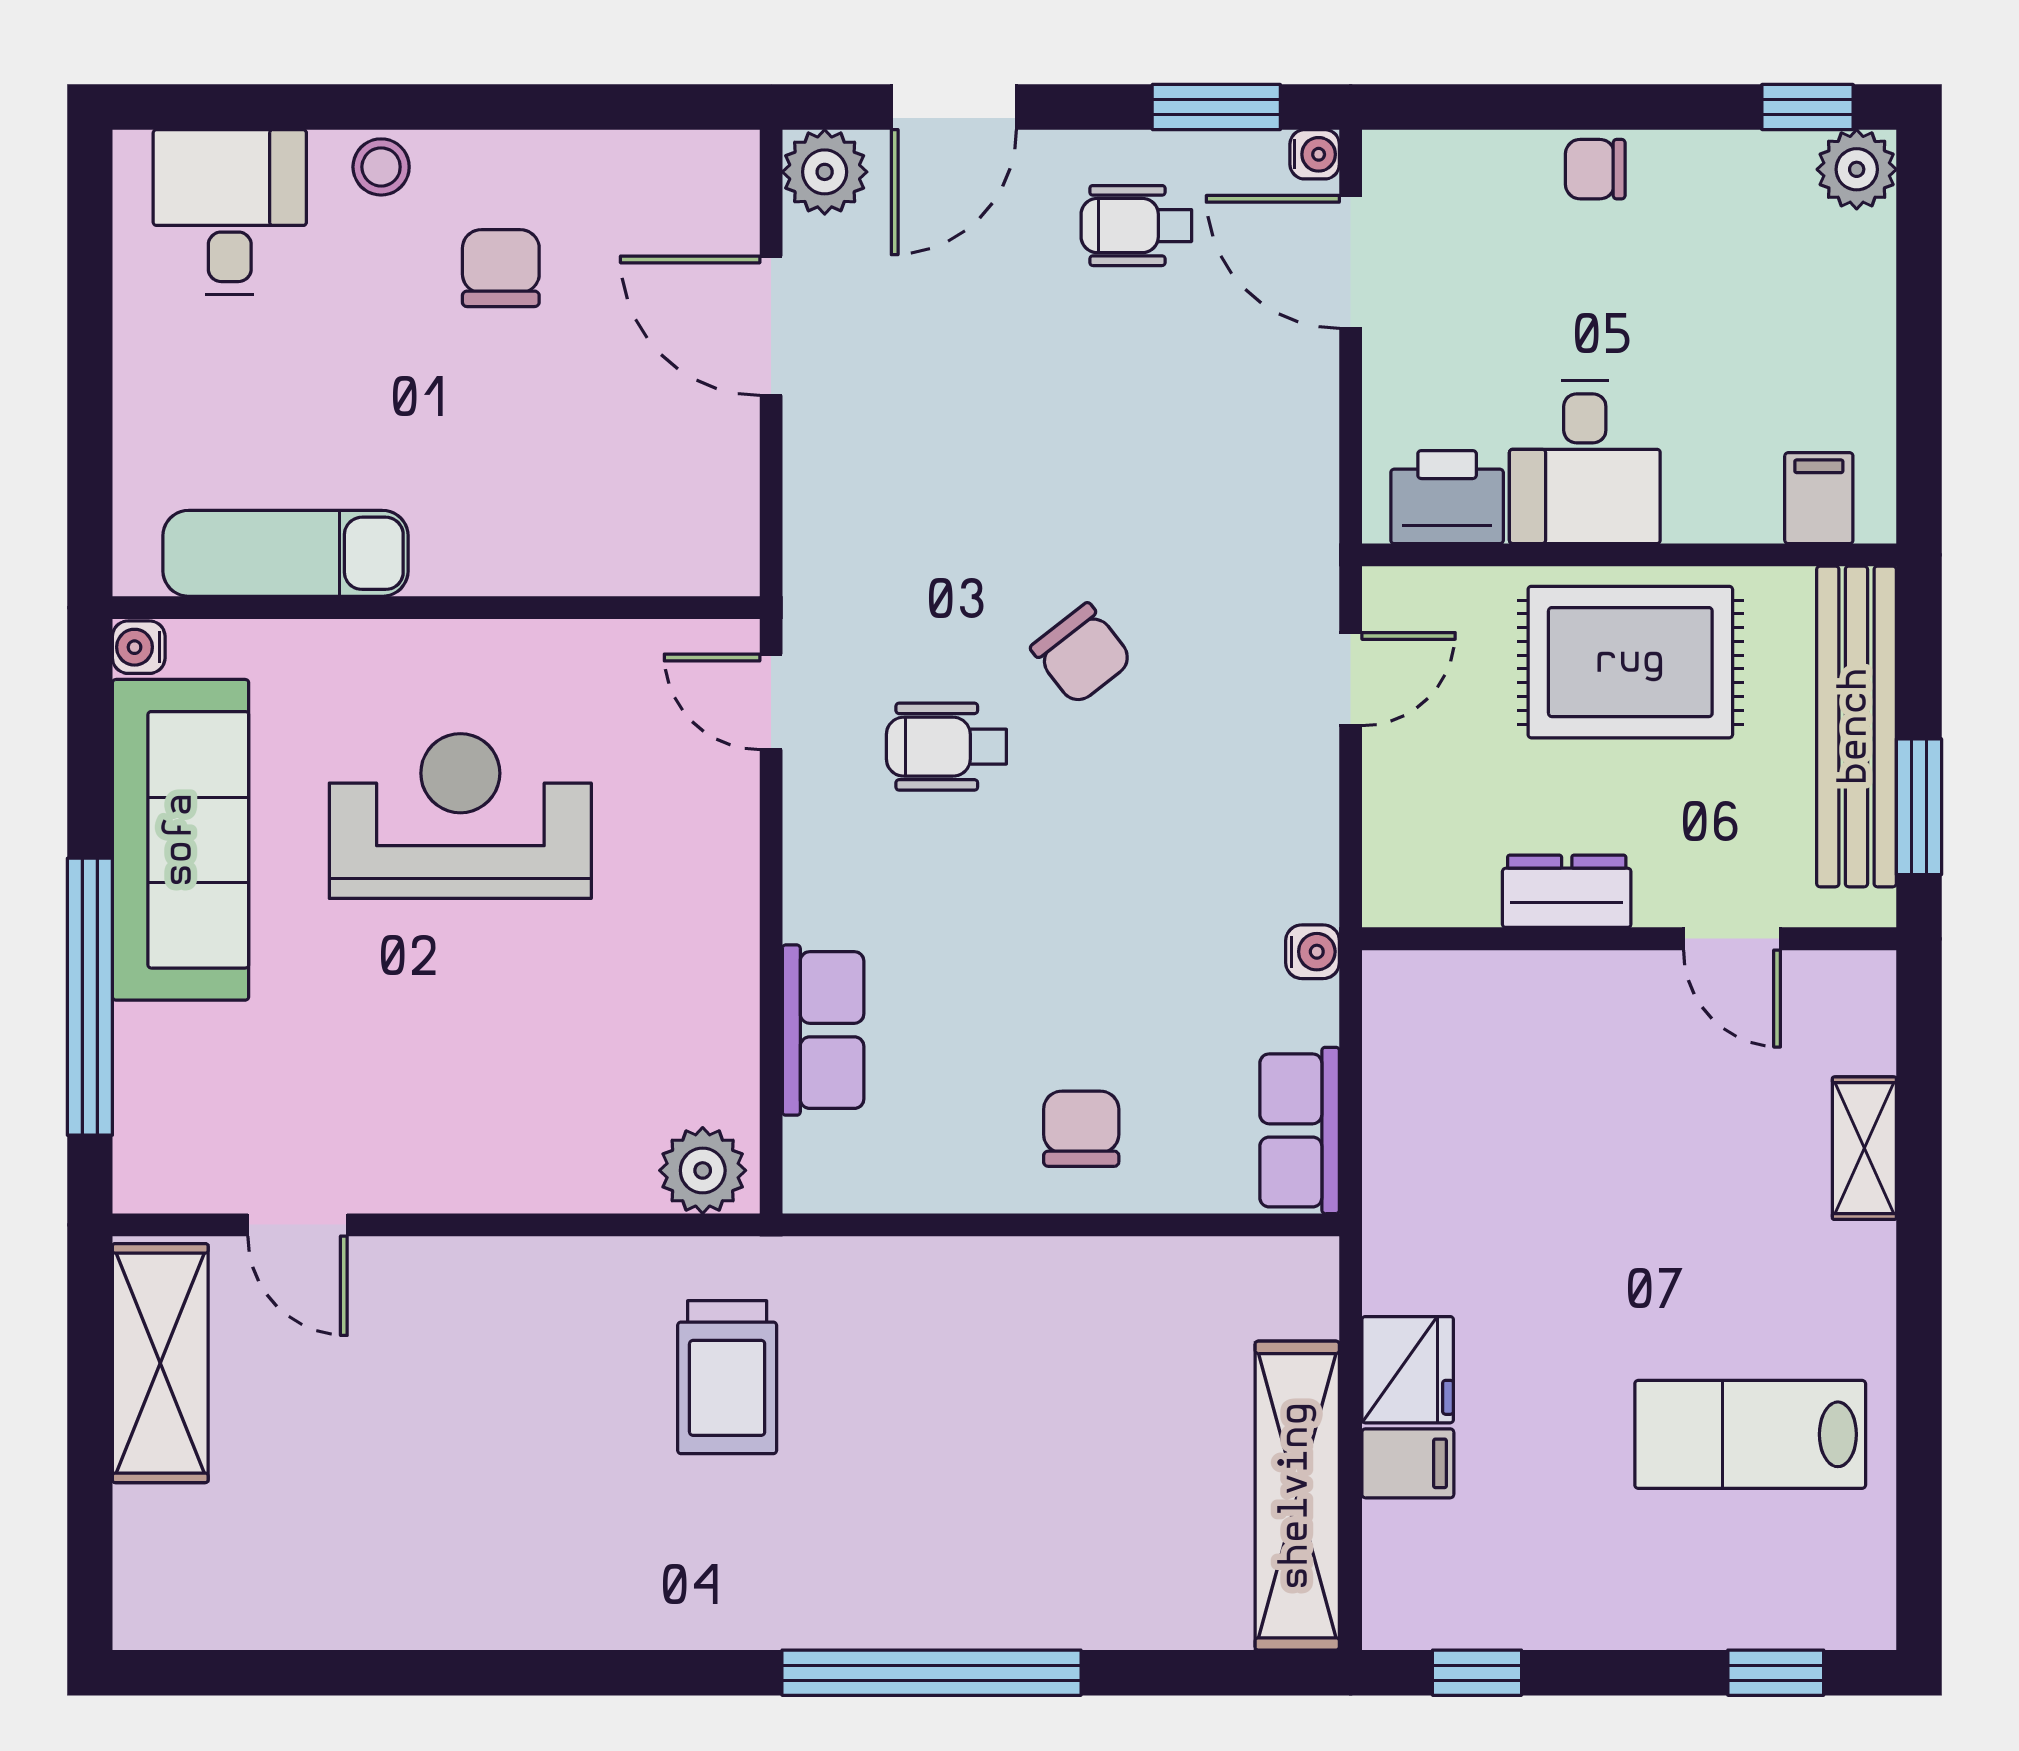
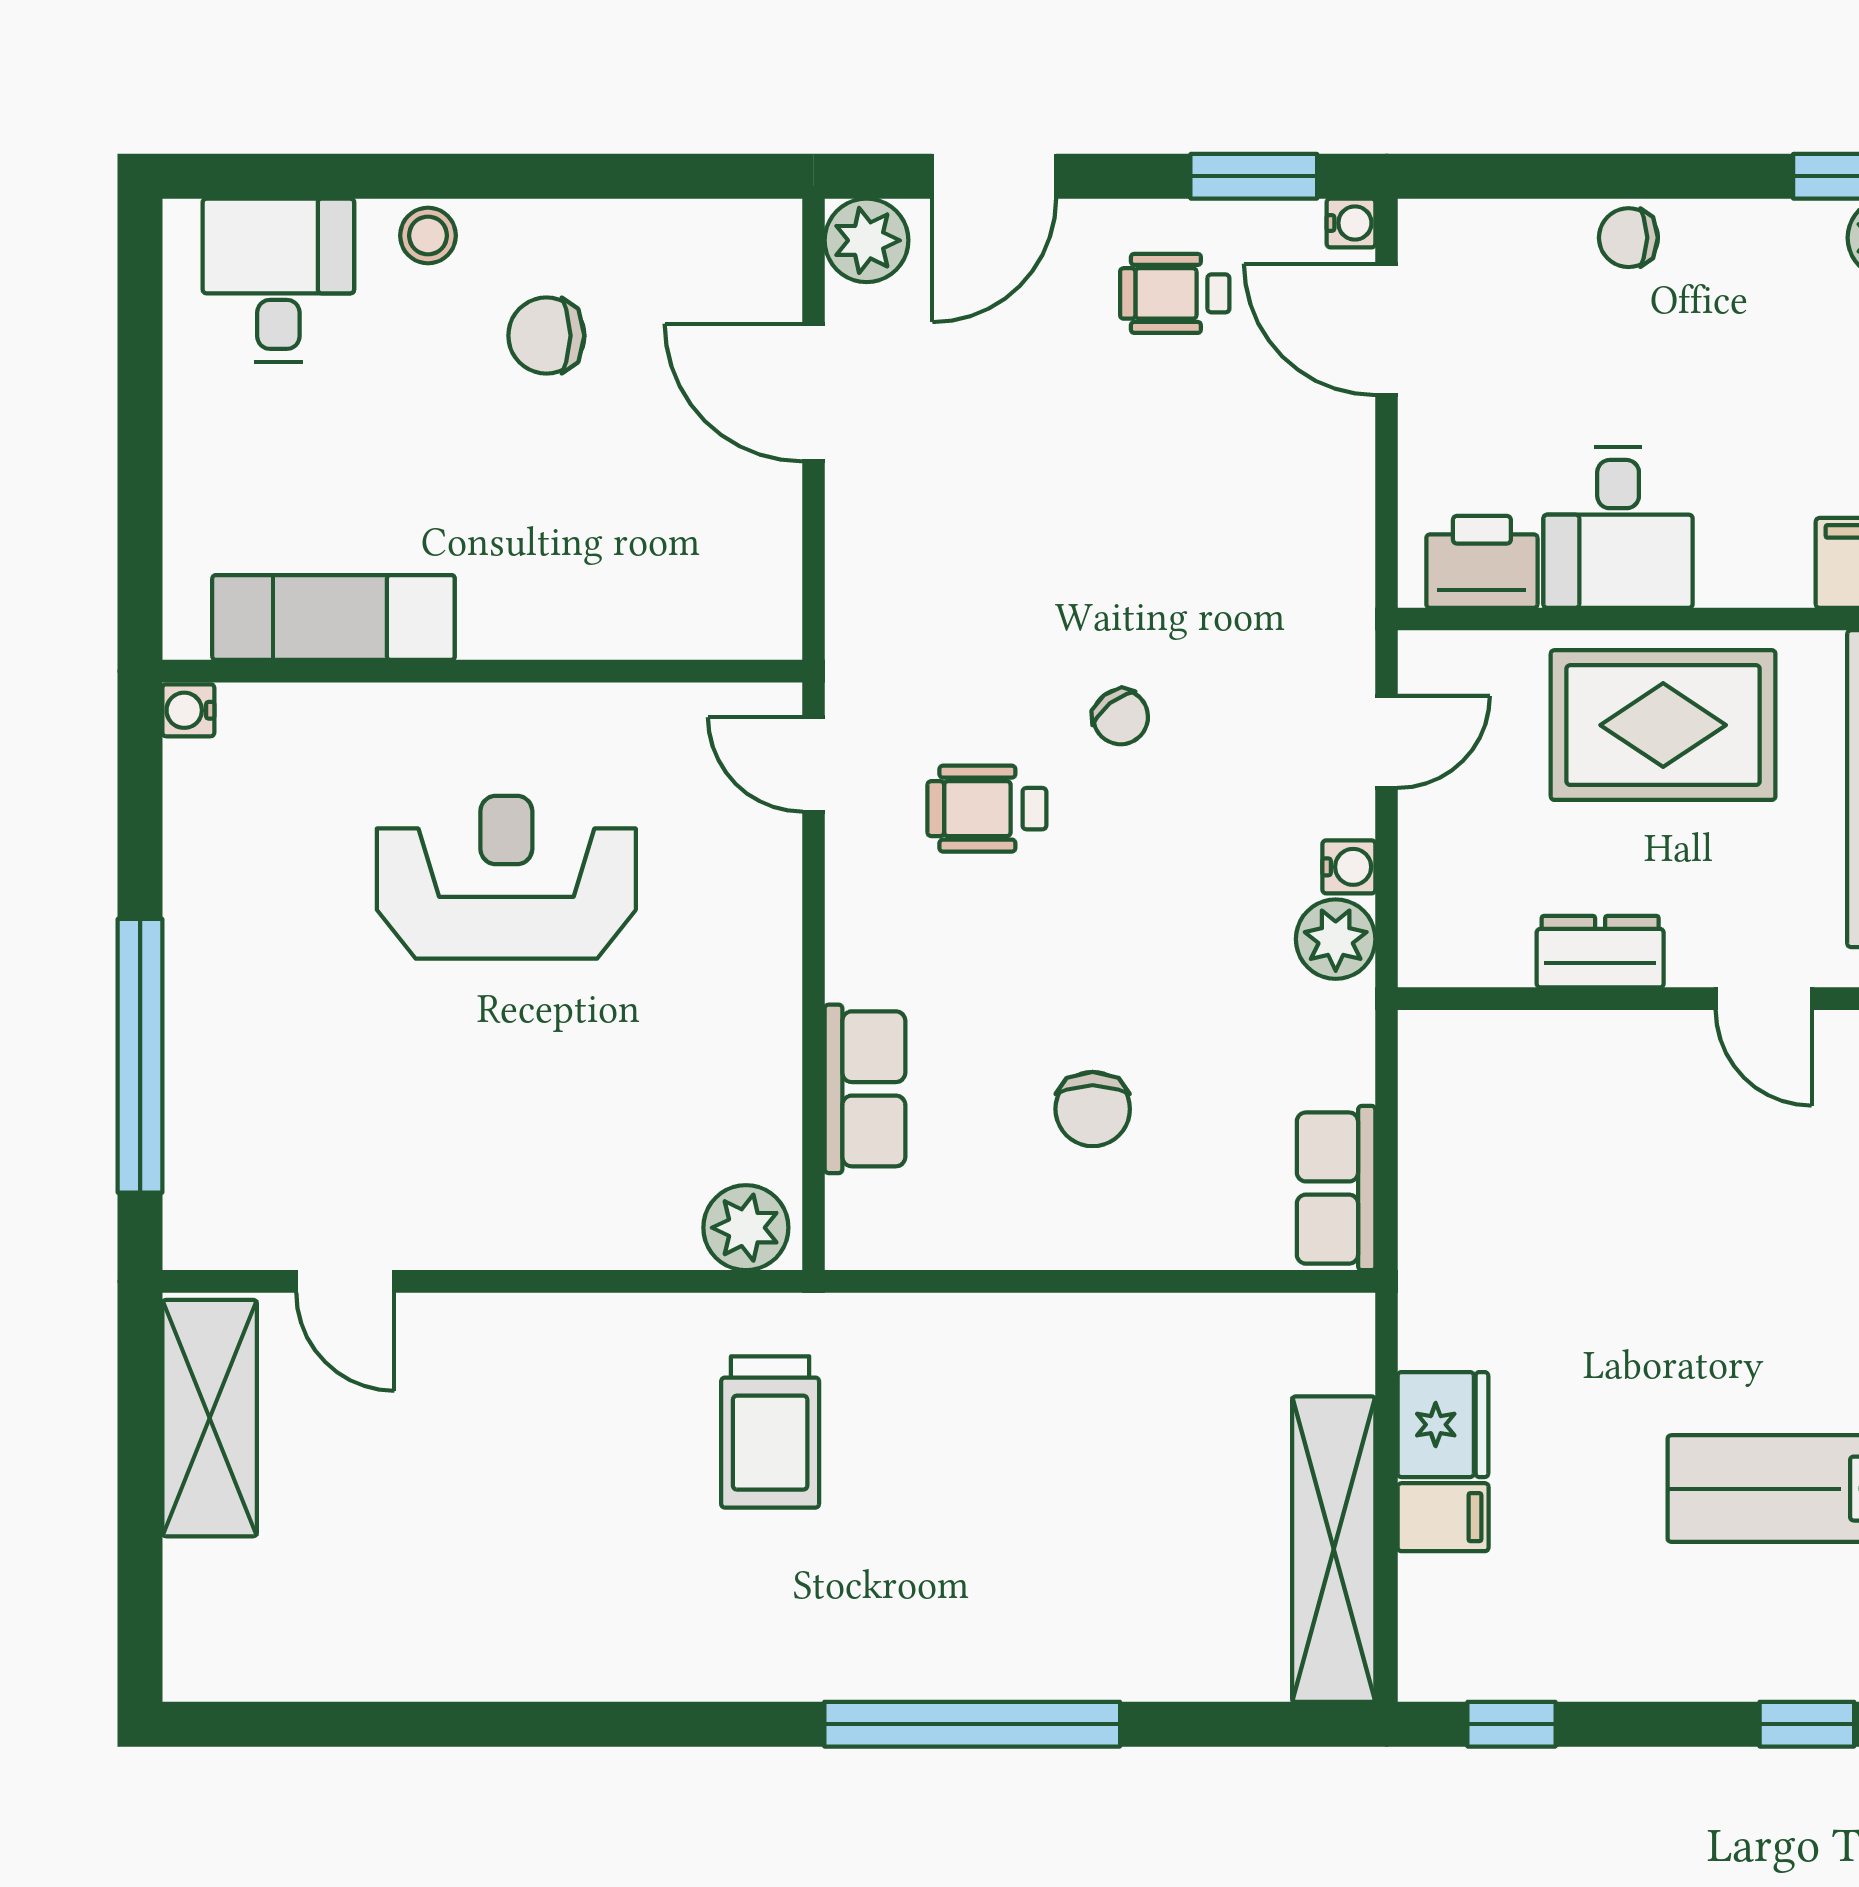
chair: (501, 268) -> (546, 336), turned -90
chair: (1082, 654) -> (1121, 717), width x0.73, depth x0.73
sofa: (181, 840) -> (230, 901), removed
plant: (1299, 879) -> (1336, 939), added
water cooler: (1313, 952) -> (1349, 867), moved
chair: (1081, 1129) -> (1093, 1109), moved, turned 180

